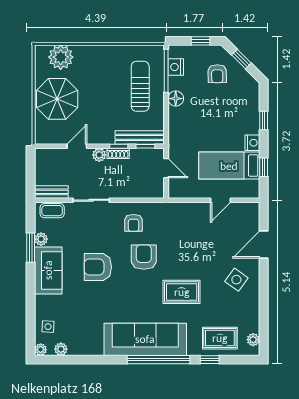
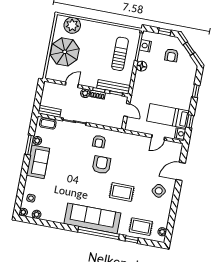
nightstand: (252, 143) -> (180, 134), moved
armchair: (98, 267) -> (71, 166), removed

